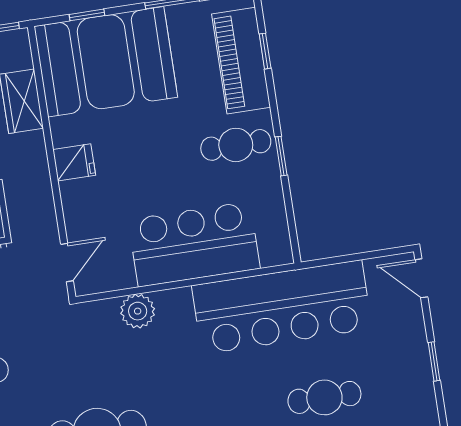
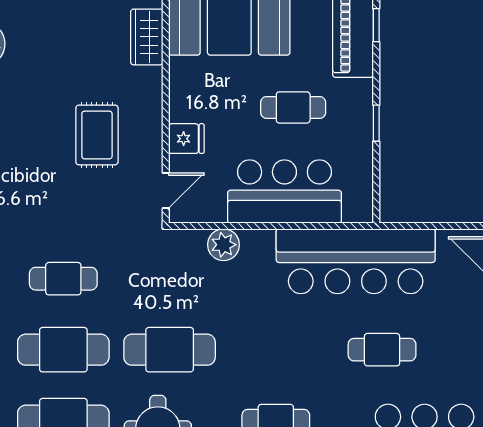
cafe table: (236, 145) -> (293, 107), moved
fridge: (74, 162) -> (186, 139), moved

